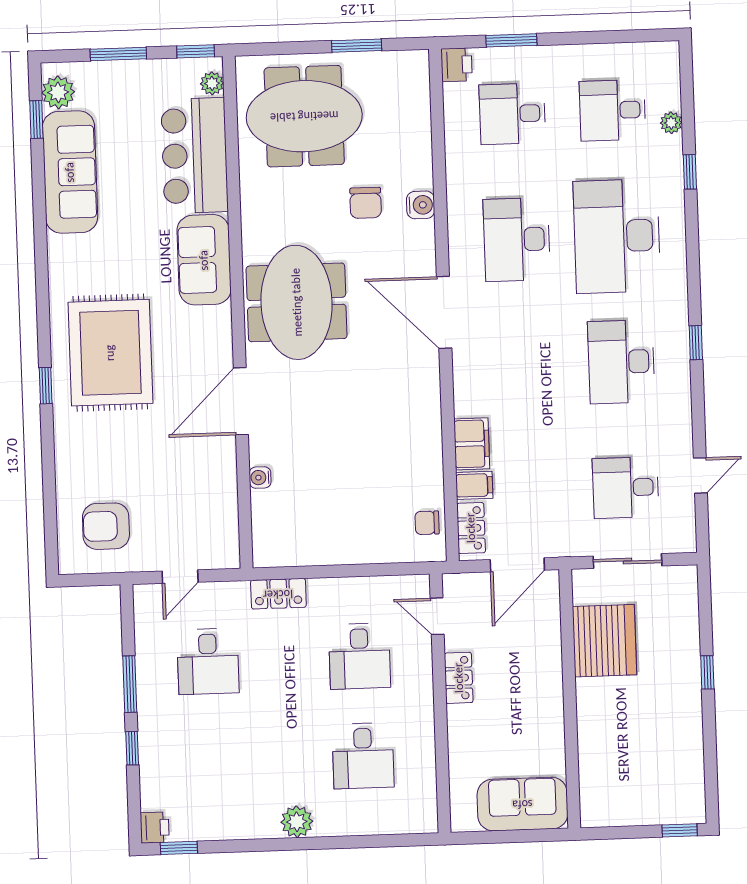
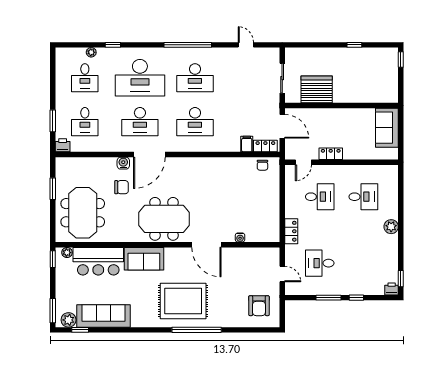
window: (118, 54) -> (53, 311), moved
door: (444, 312) -> (149, 154), moved
window: (696, 343) -> (188, 45), width x3.17
window: (46, 386) -> (197, 330), width x3.17
filing cabinet: (472, 444) -> (229, 144), removed
desk: (626, 488) -> (195, 122), moved, width x1.37
desk: (208, 661) -> (320, 263), turned 180
window: (707, 672) -> (354, 45), moved

